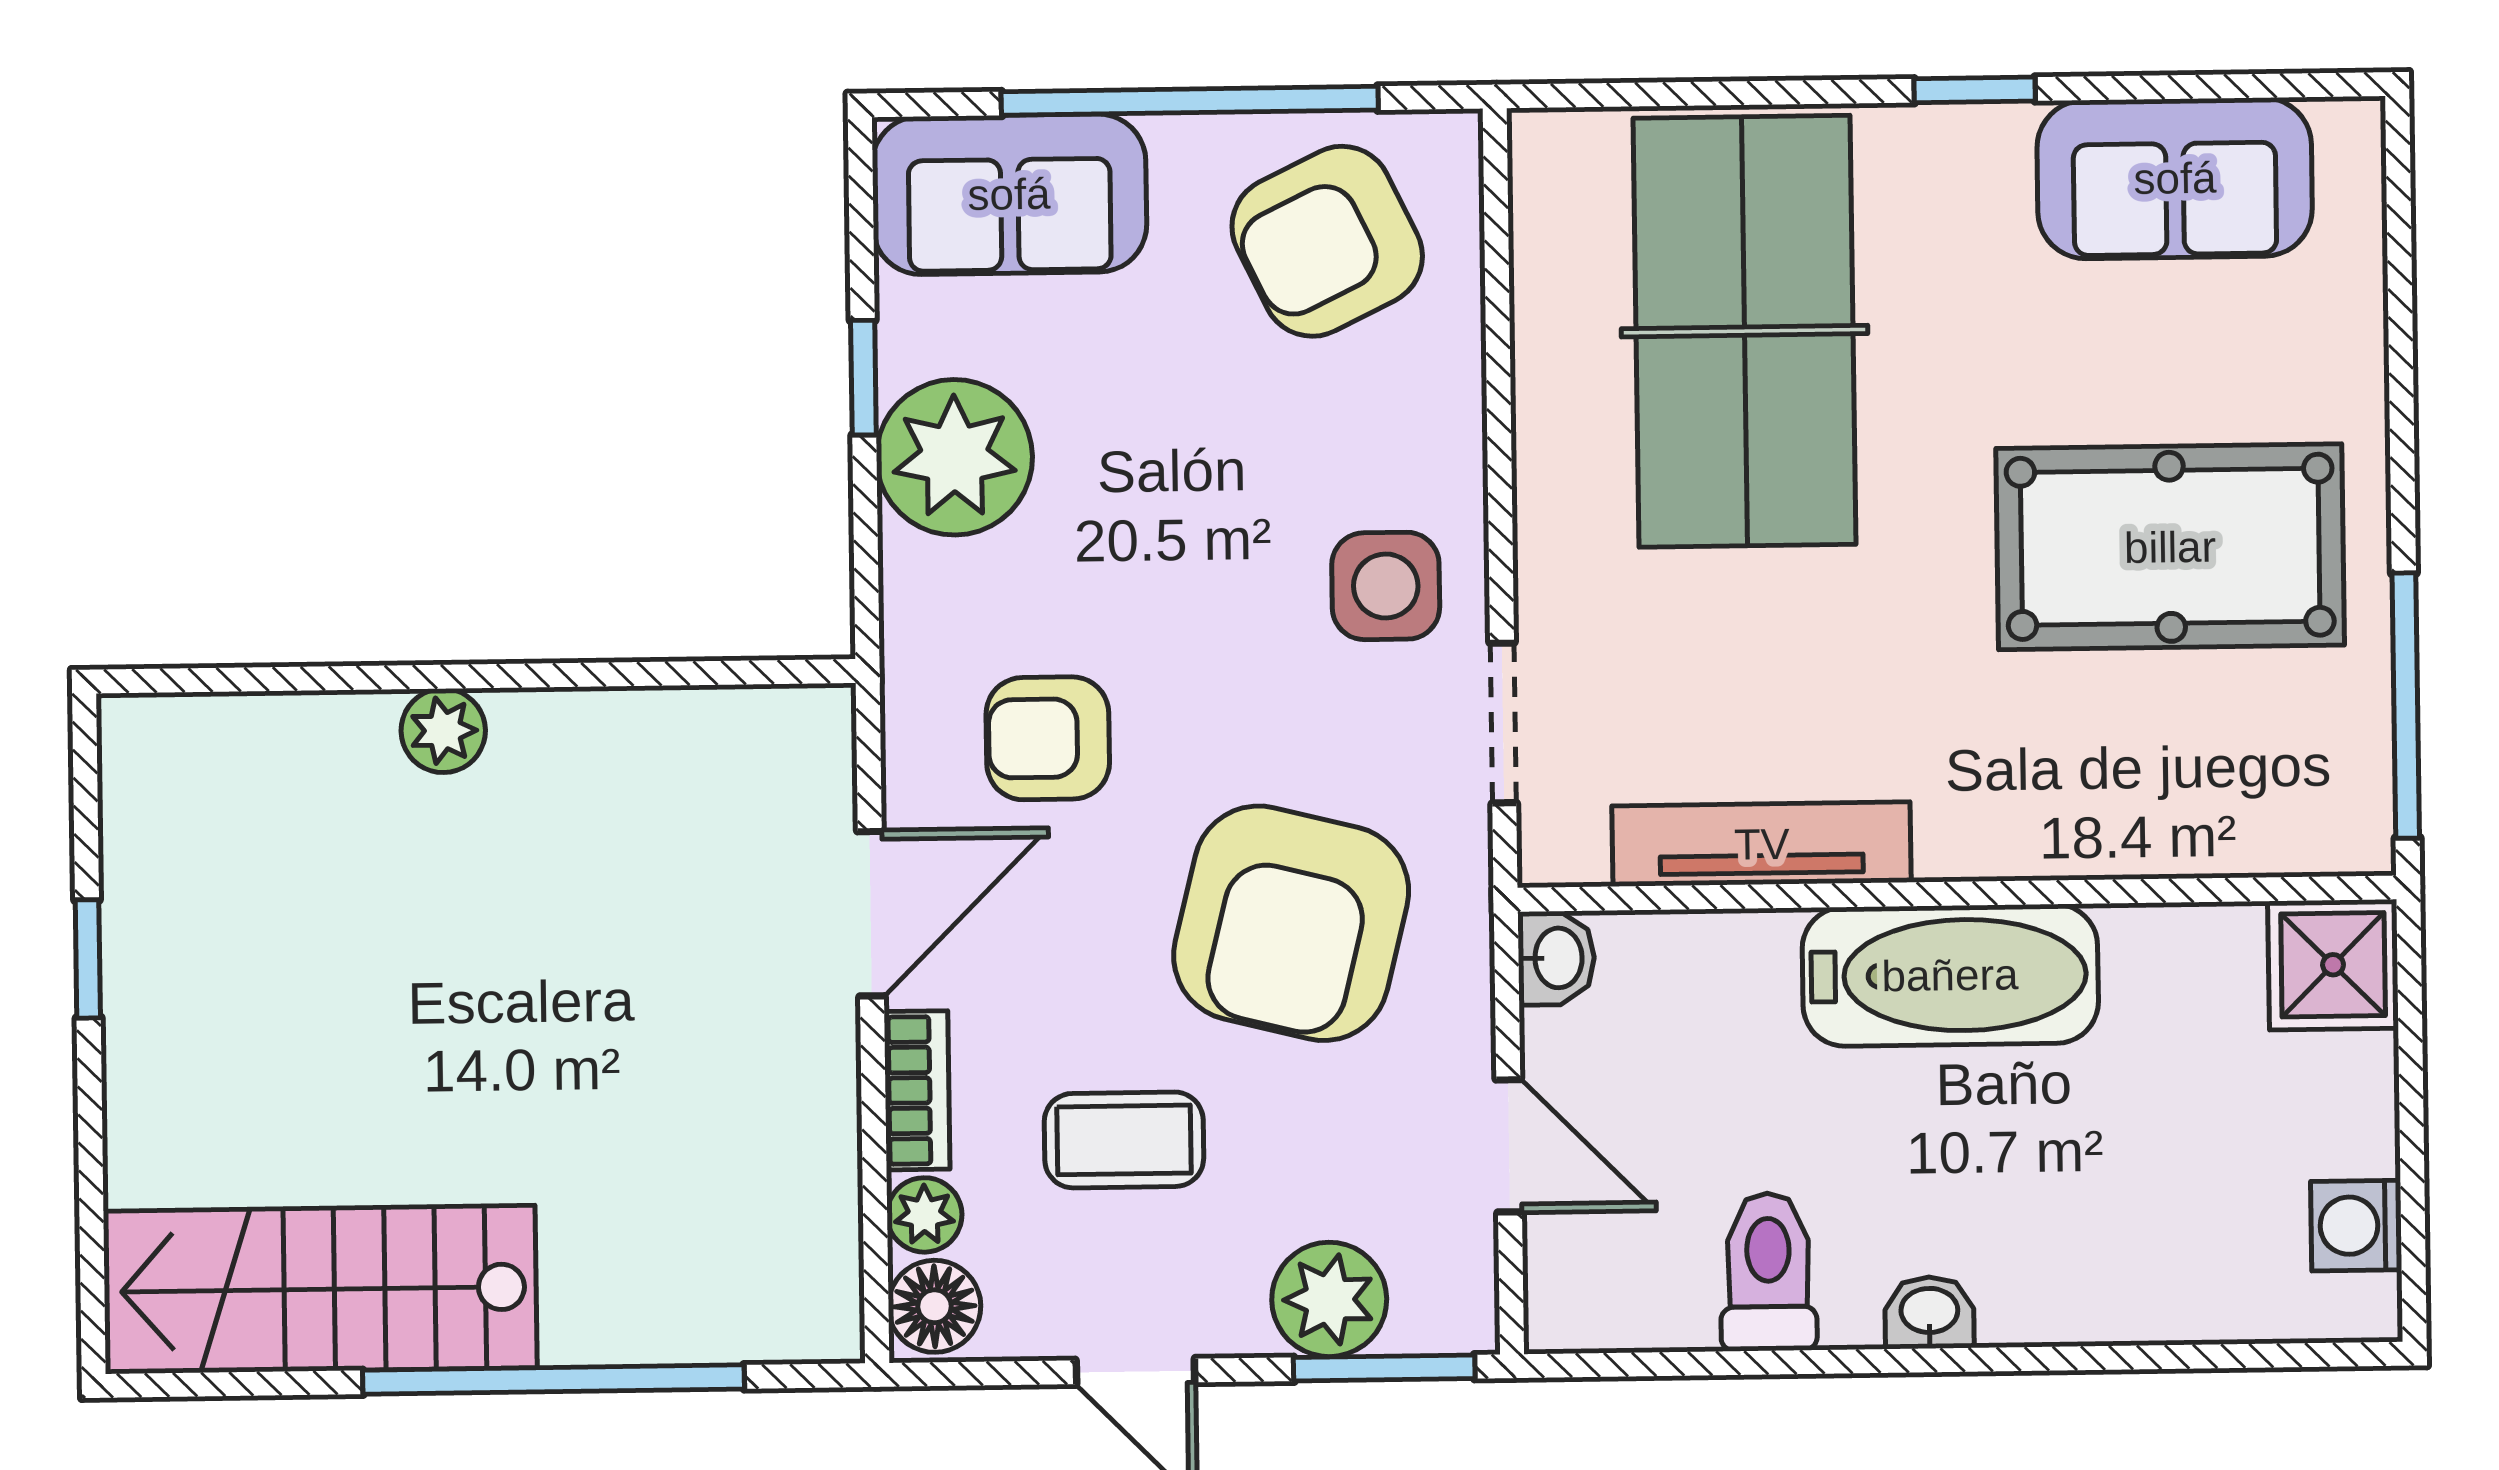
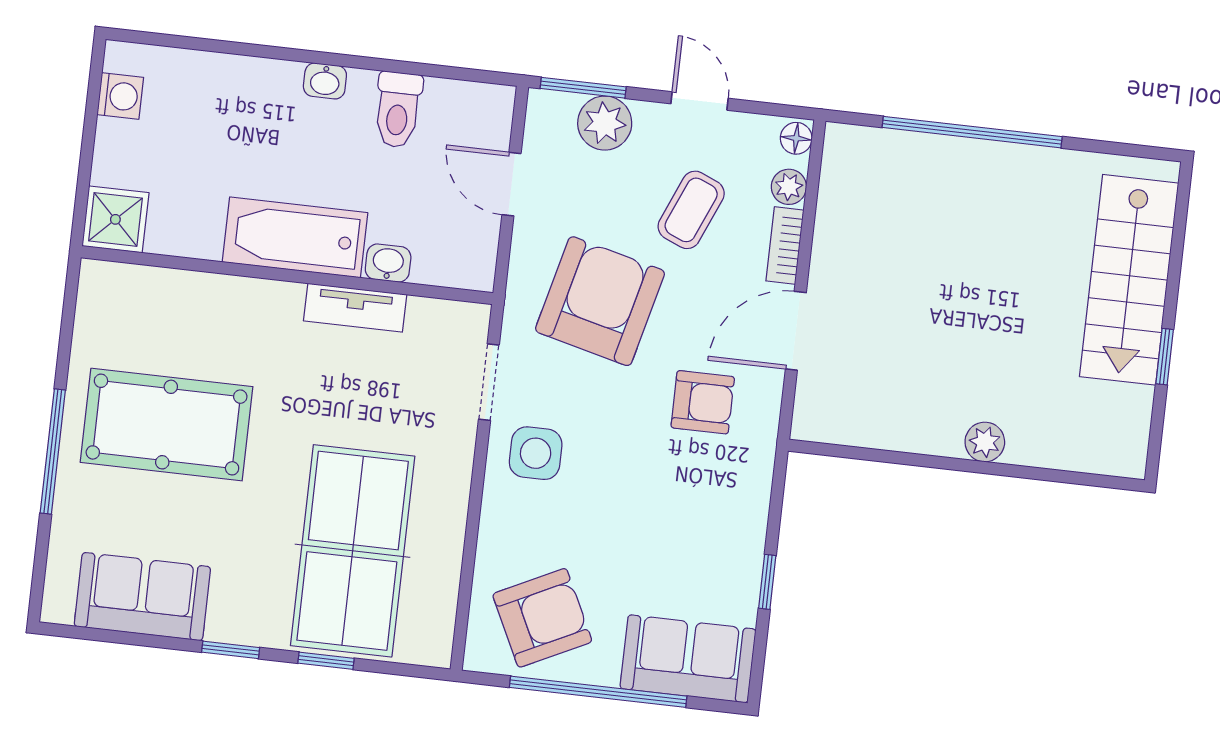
window: (1771, 93) -> (326, 661), added
plant: (954, 457) -> (729, 539), removed
window: (2406, 706) -> (53, 452), moved
tv unit: (1762, 844) -> (355, 308), width x0.71
washbasin: (1556, 958) -> (388, 263), moved, turned 90
coffee table: (1124, 1140) -> (691, 210), turned -67
stairs: (320, 1289) -> (1129, 280), moved, turned 90
floor lamp: (935, 1306) -> (796, 138), width x0.73, depth x0.73

